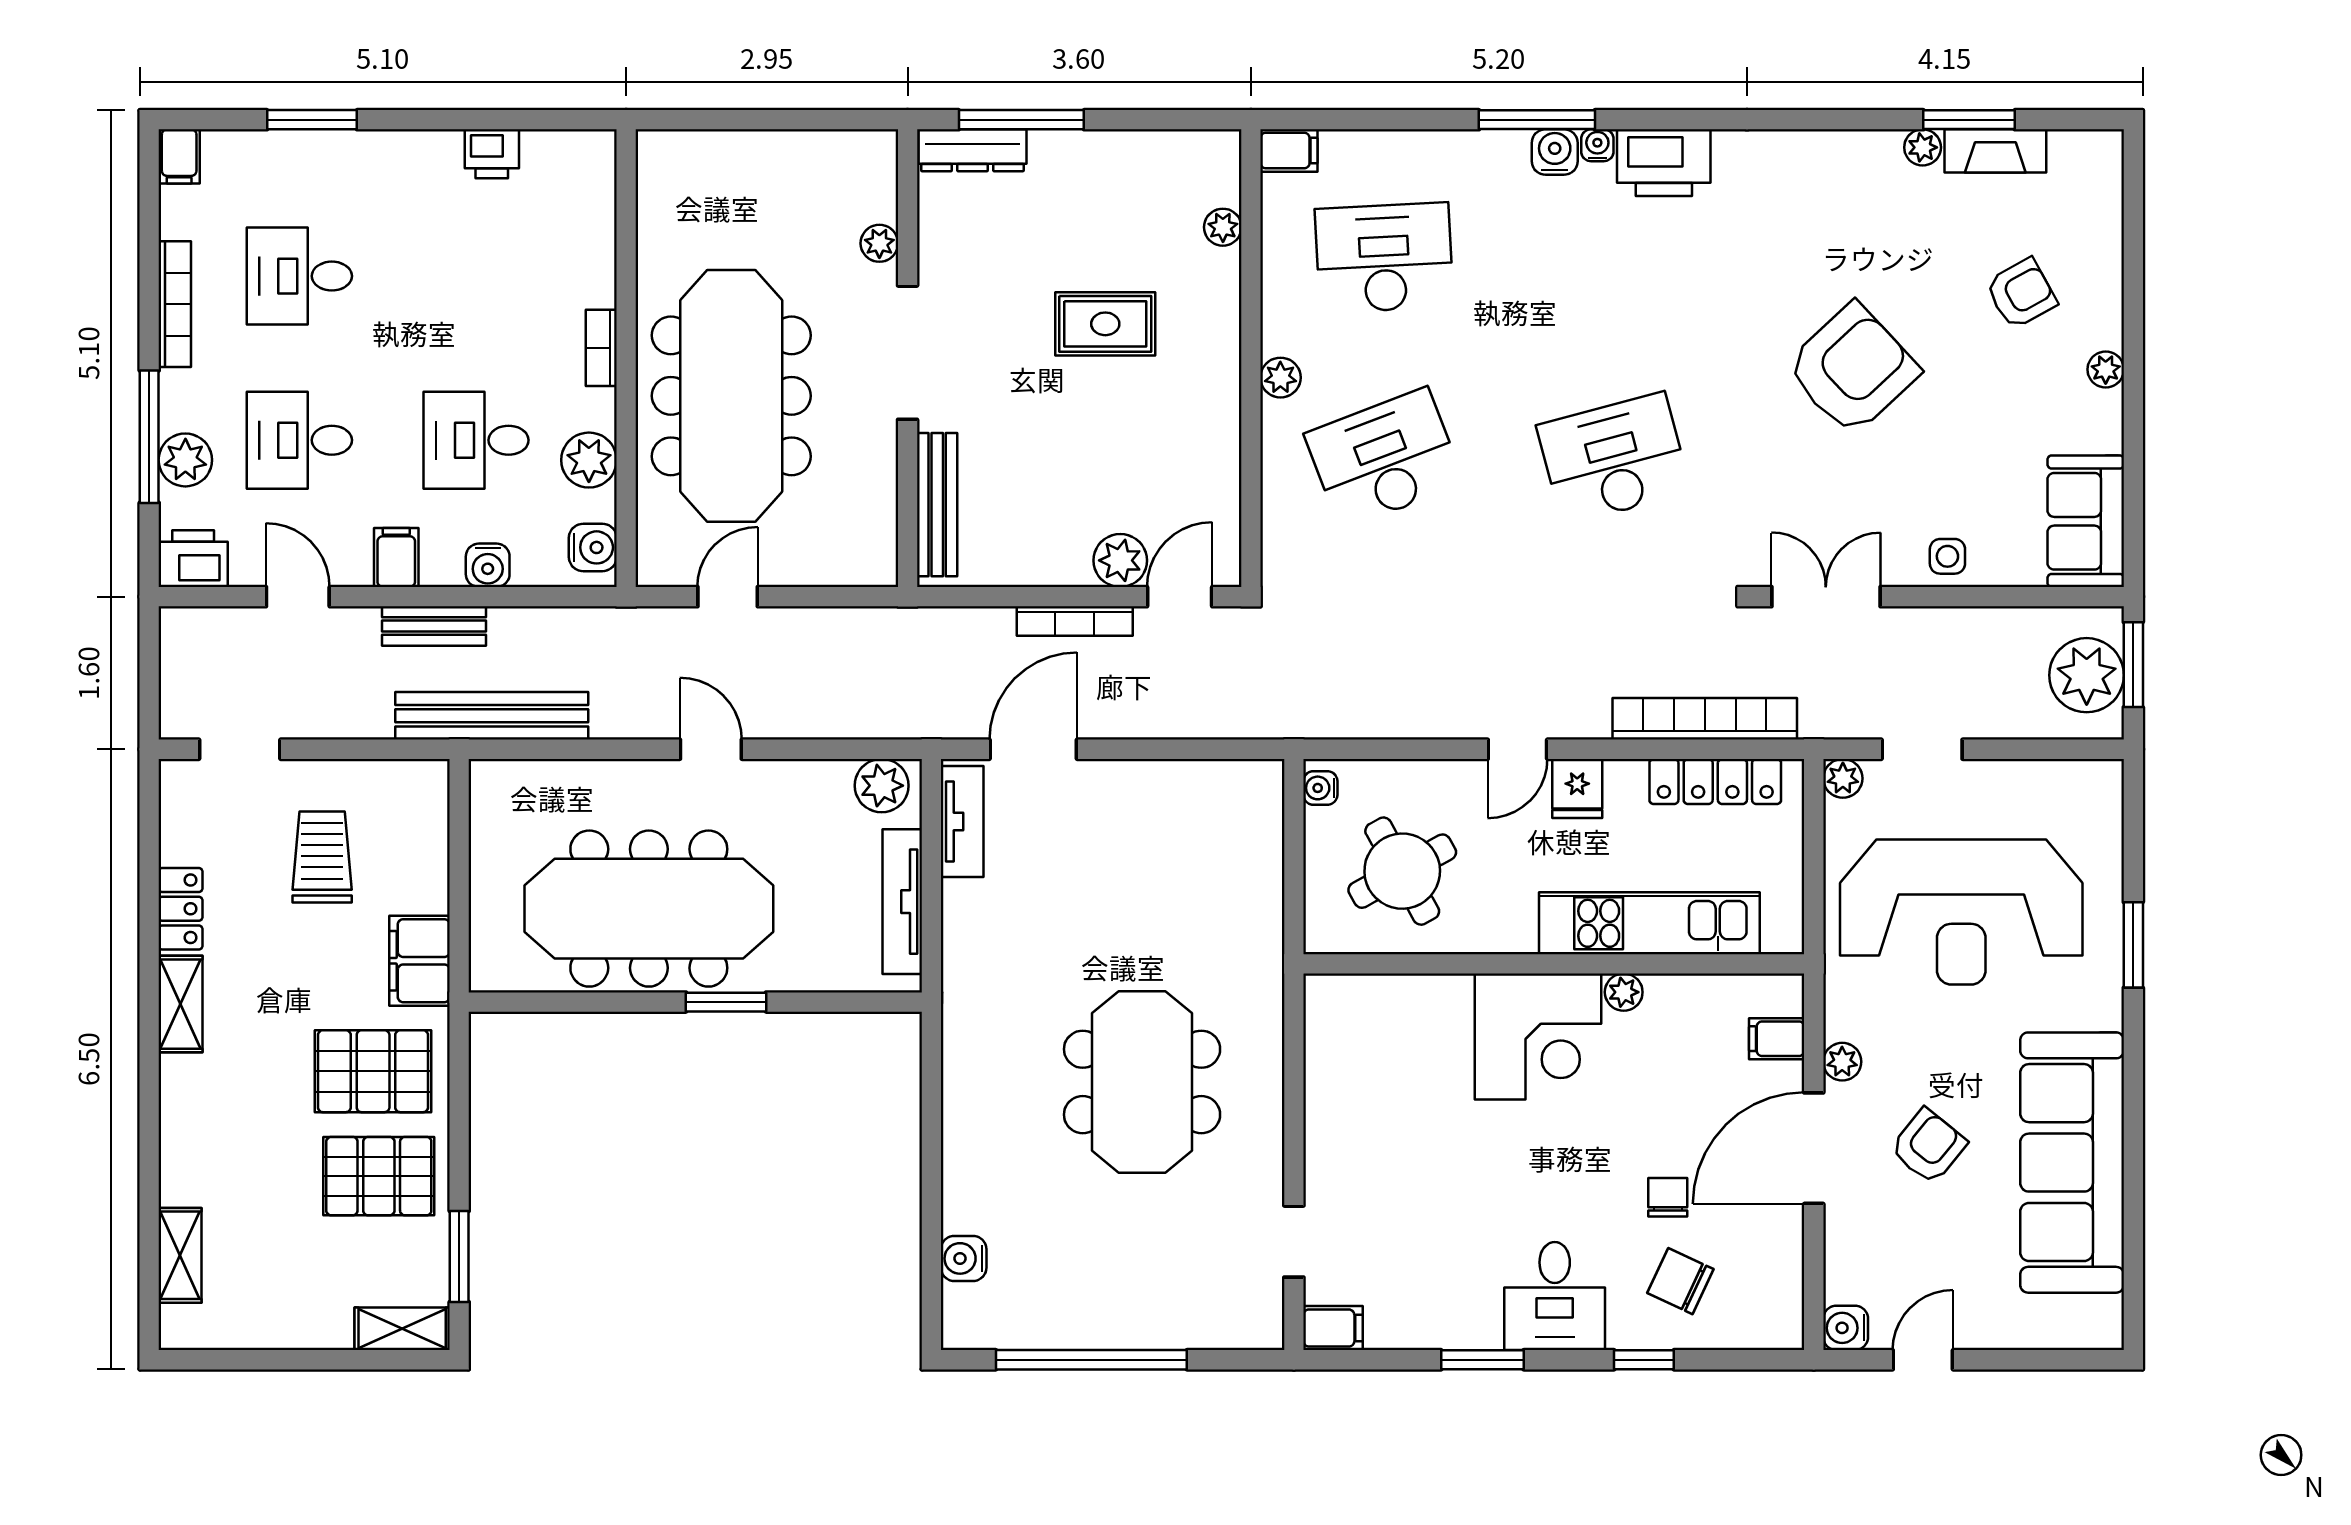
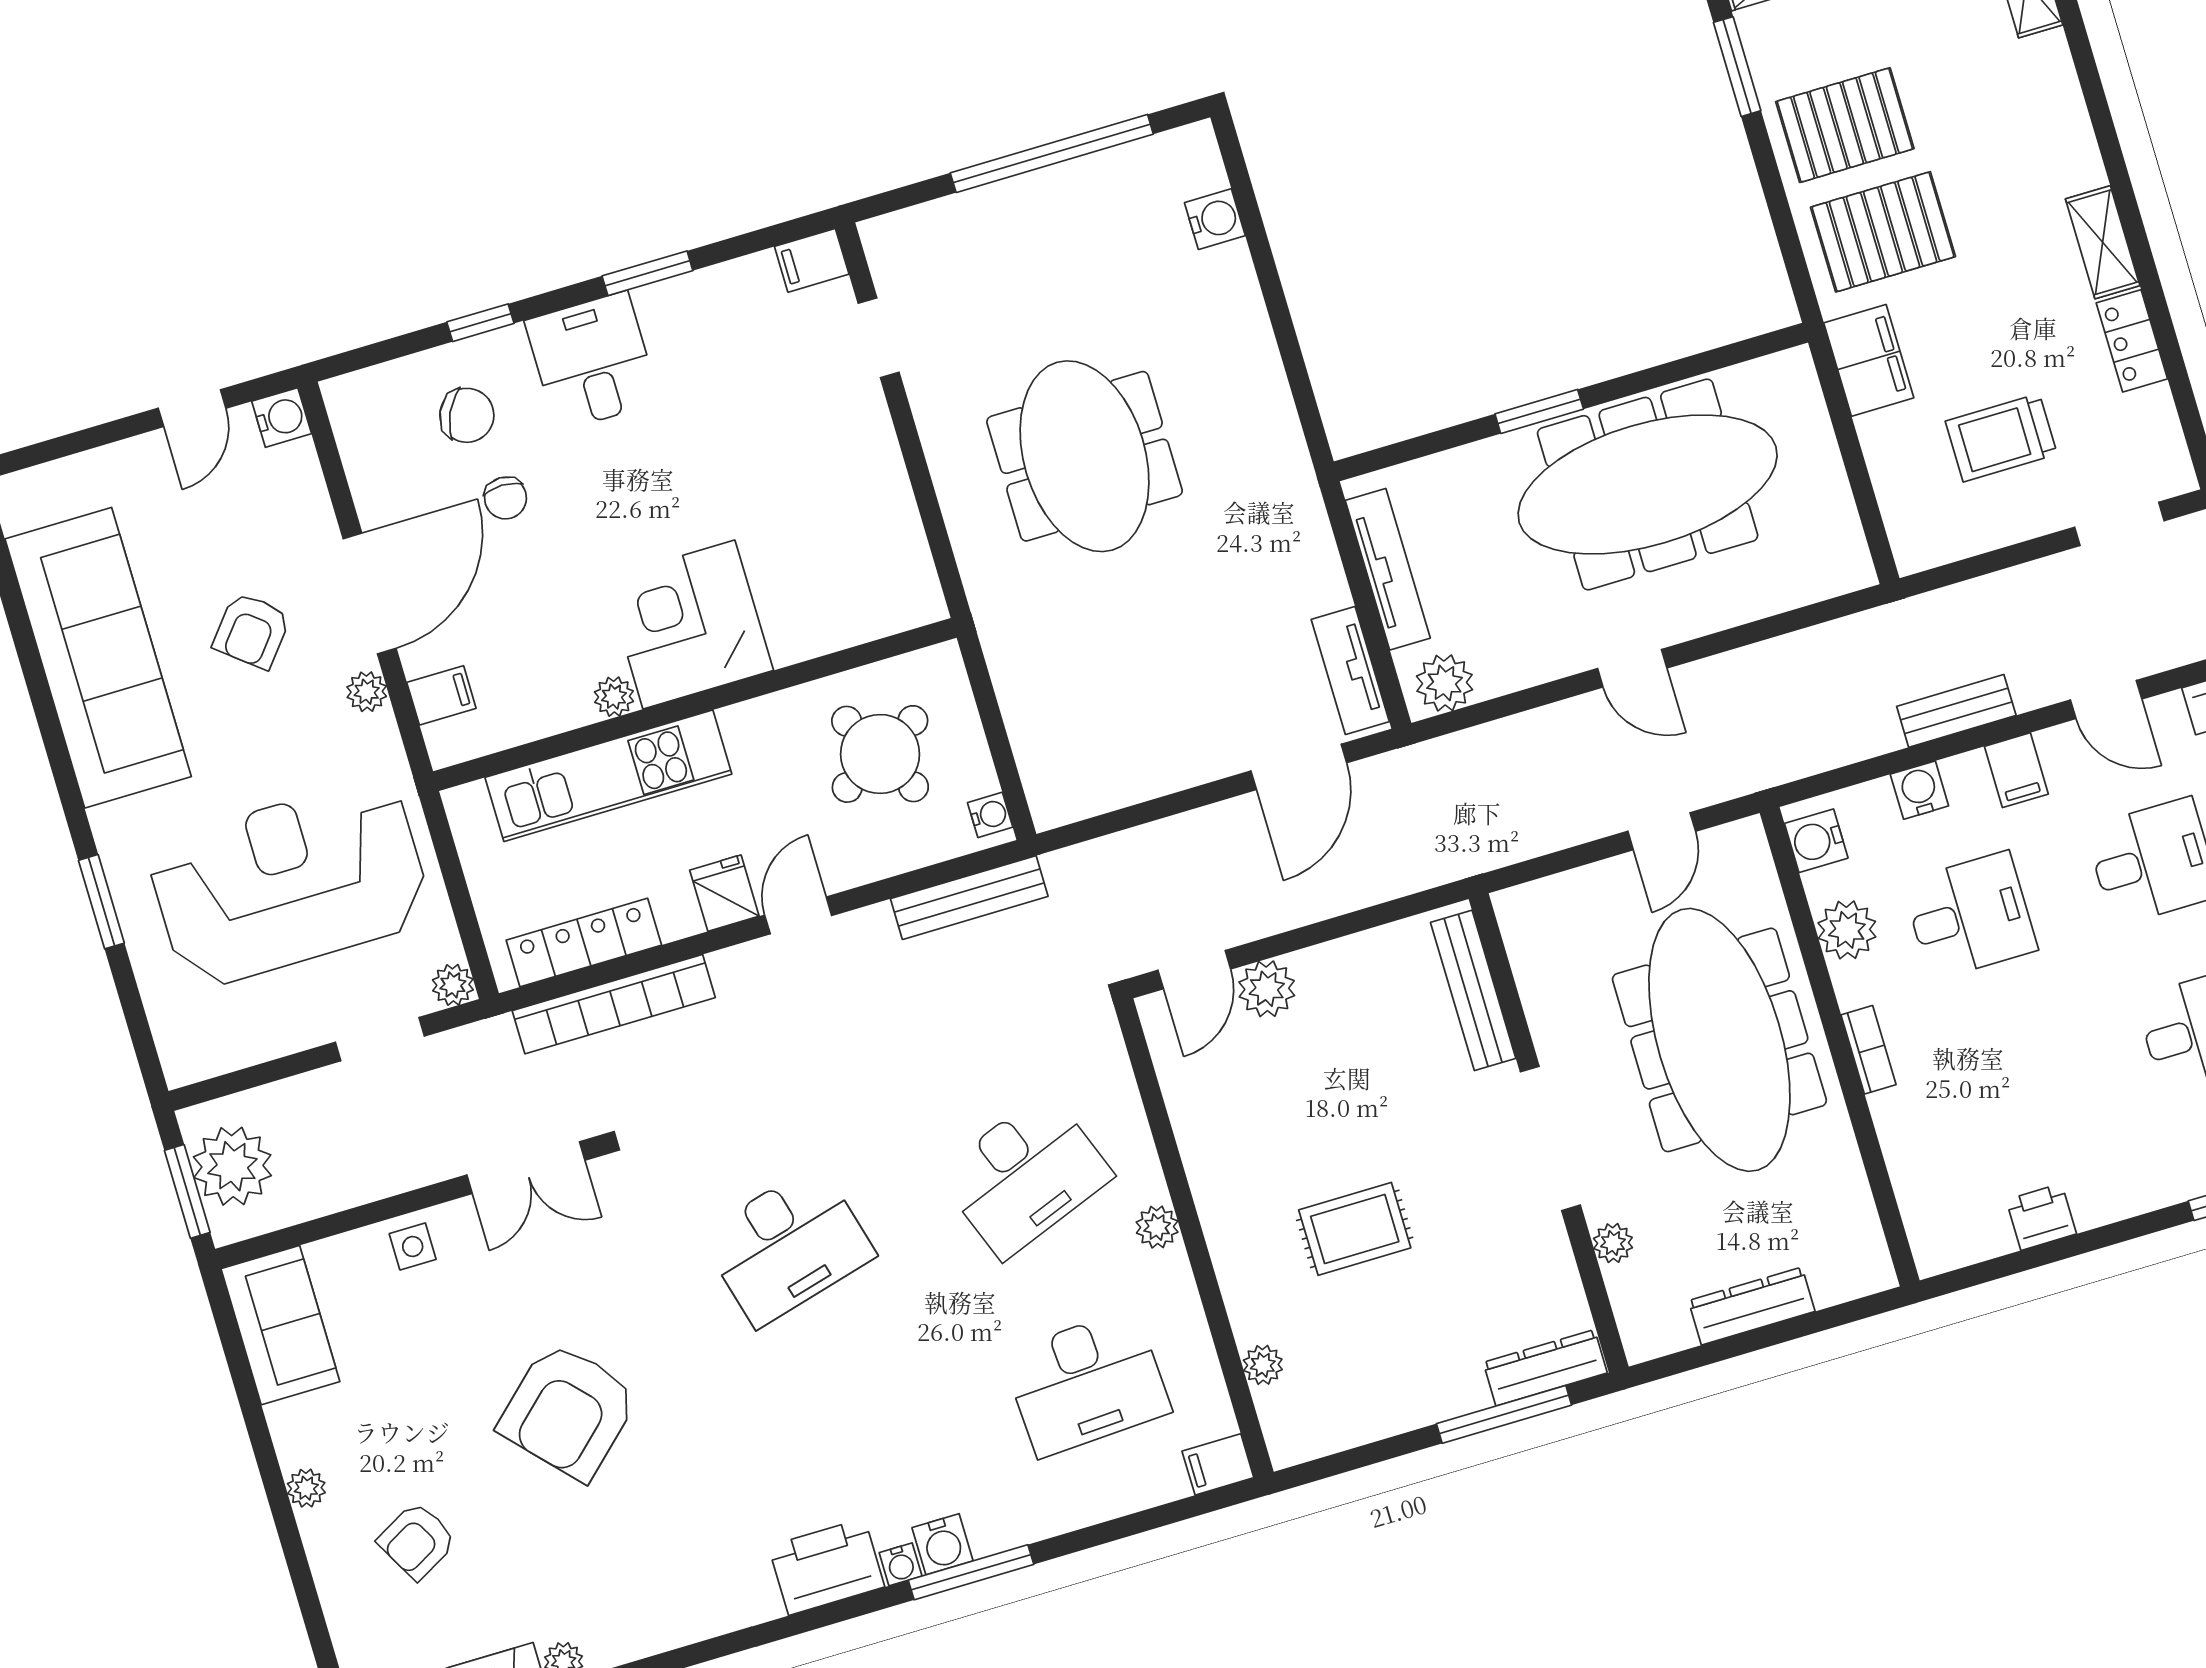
dresser: (773, 151) -> (1752, 1306), added
bookcase: (1075, 621) -> (1295, 912), removed
bench: (492, 716) -> (969, 898), moved, width x0.73, depth x0.82
trolley: (322, 857) -> (2001, 438), turned 90

